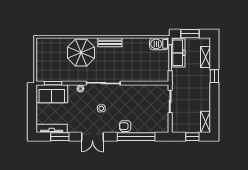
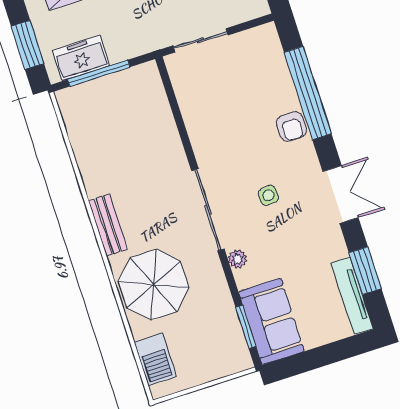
barbecue: (159, 44) -> (155, 359), moved
freezer: (178, 53) -> (81, 58), width x0.71

